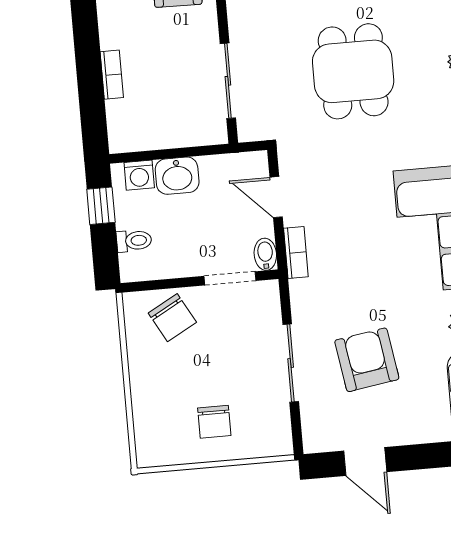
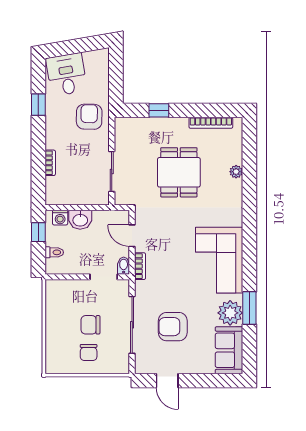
chair: (172, 318) -> (90, 325), moved, turned 119
armchair: (367, 360) -> (173, 327), turned -81
sliding door: (291, 363) -> (132, 325), width x1.37

